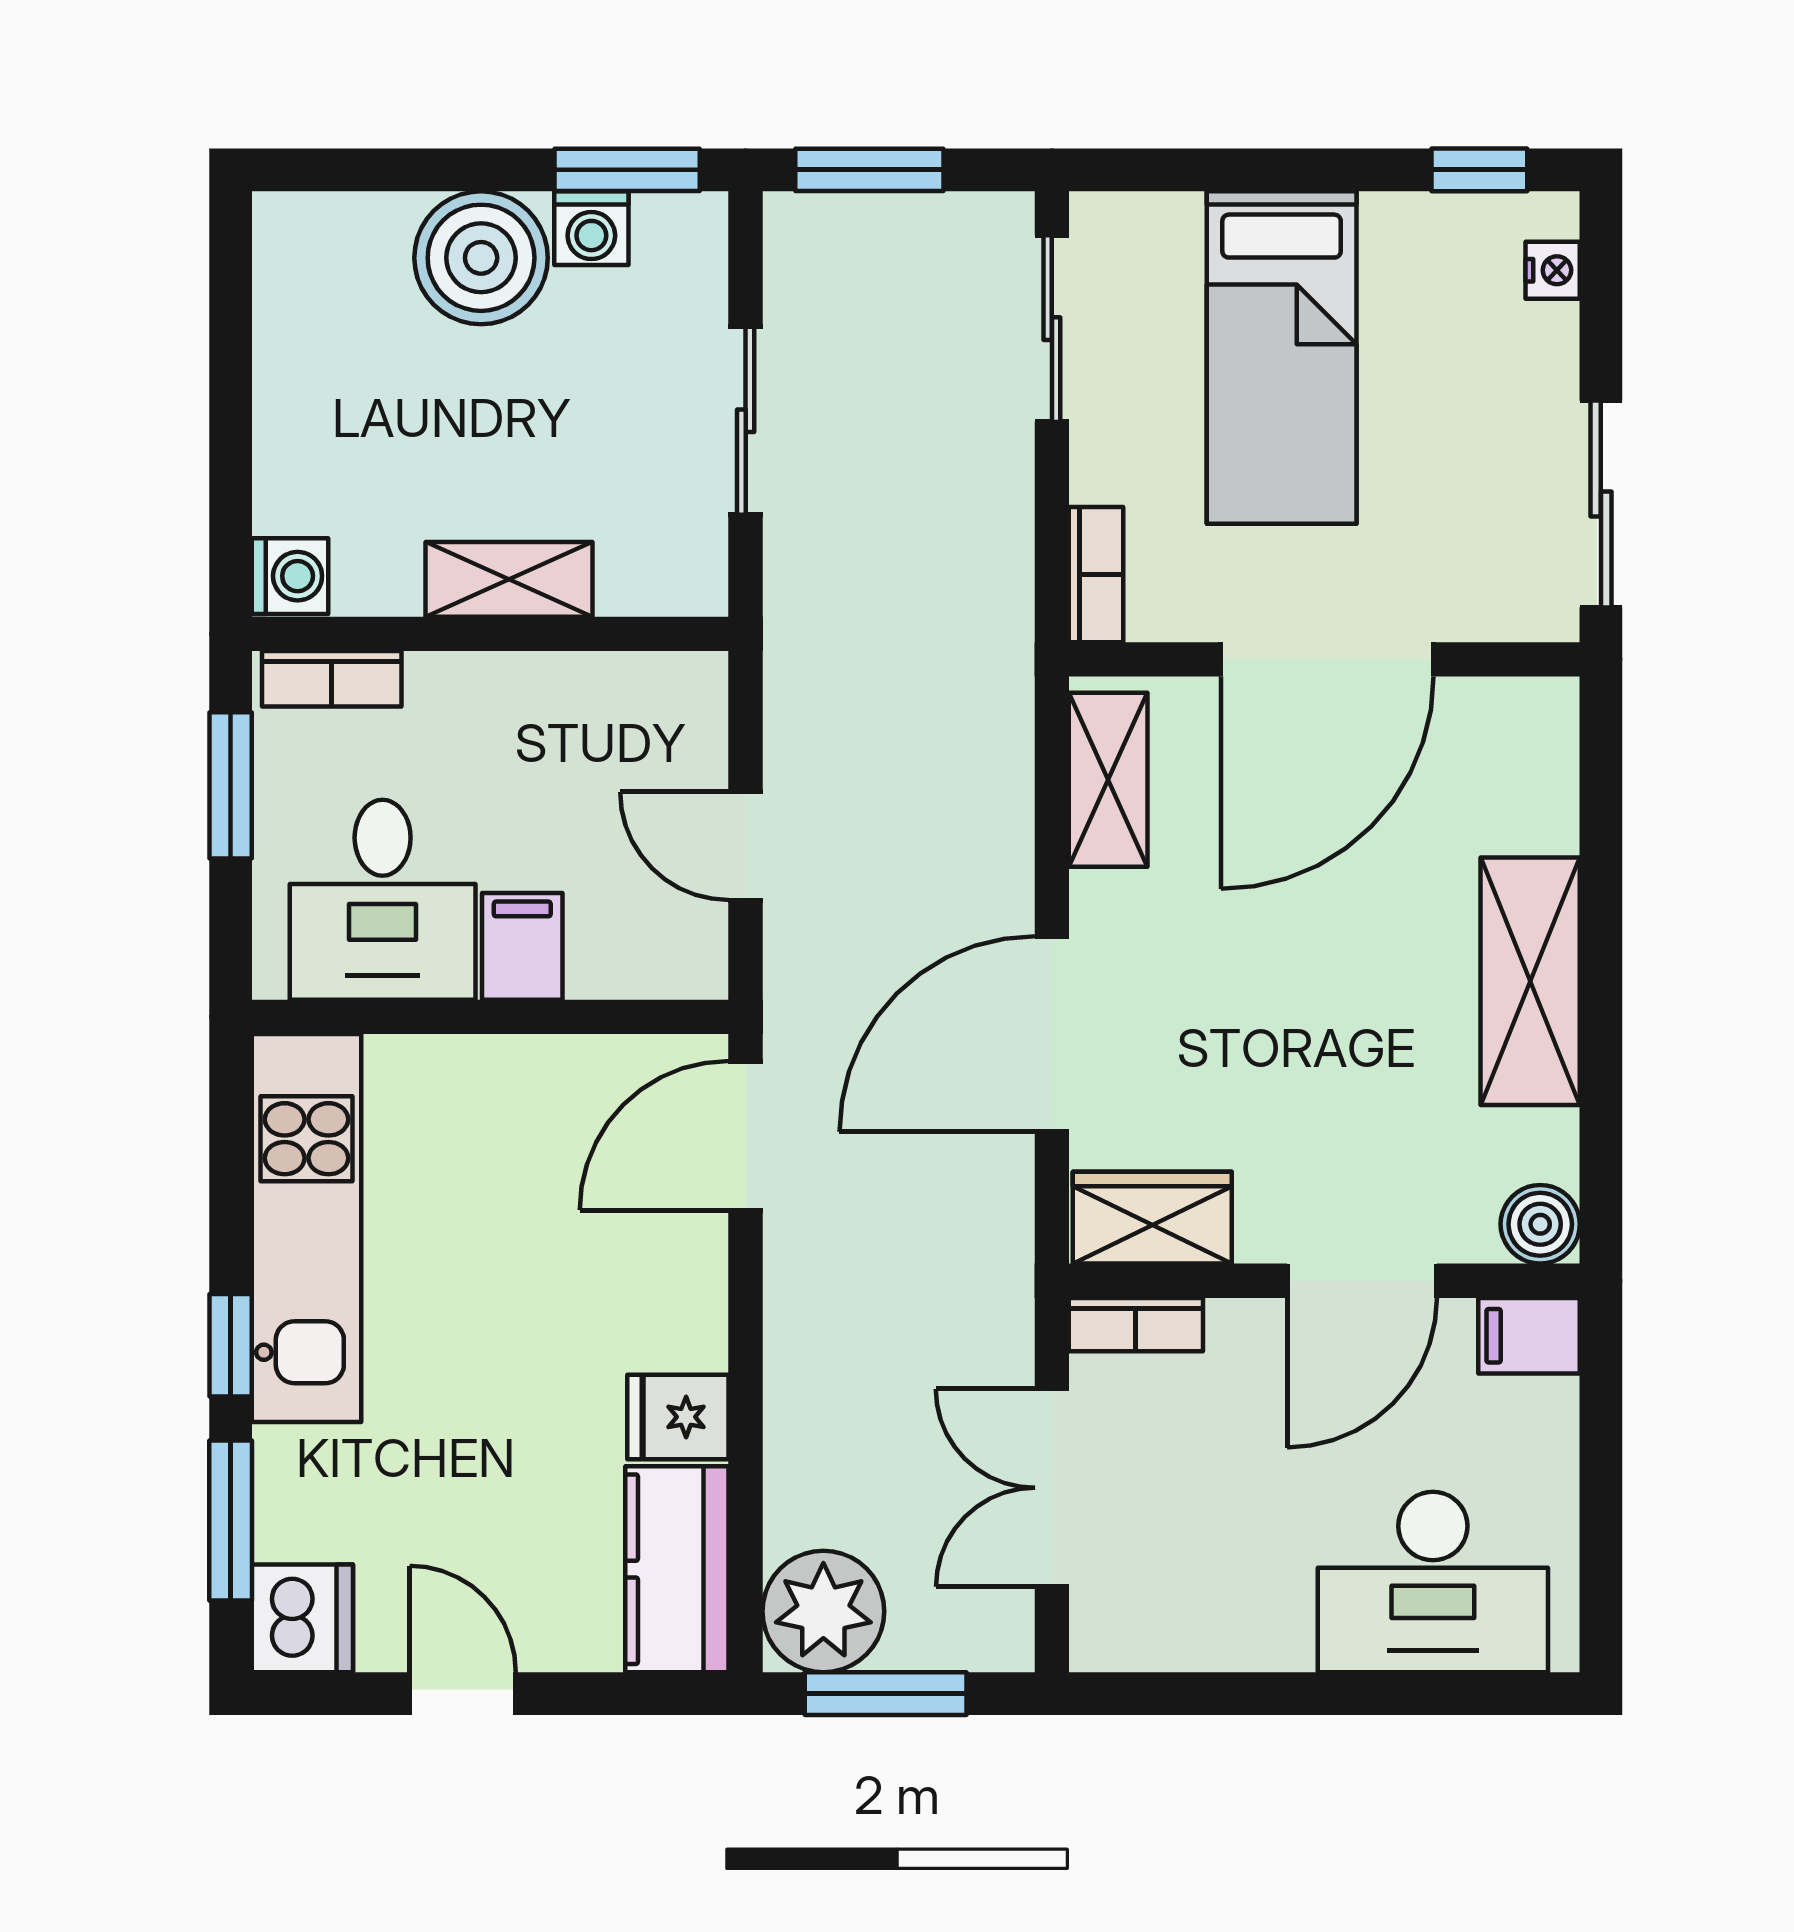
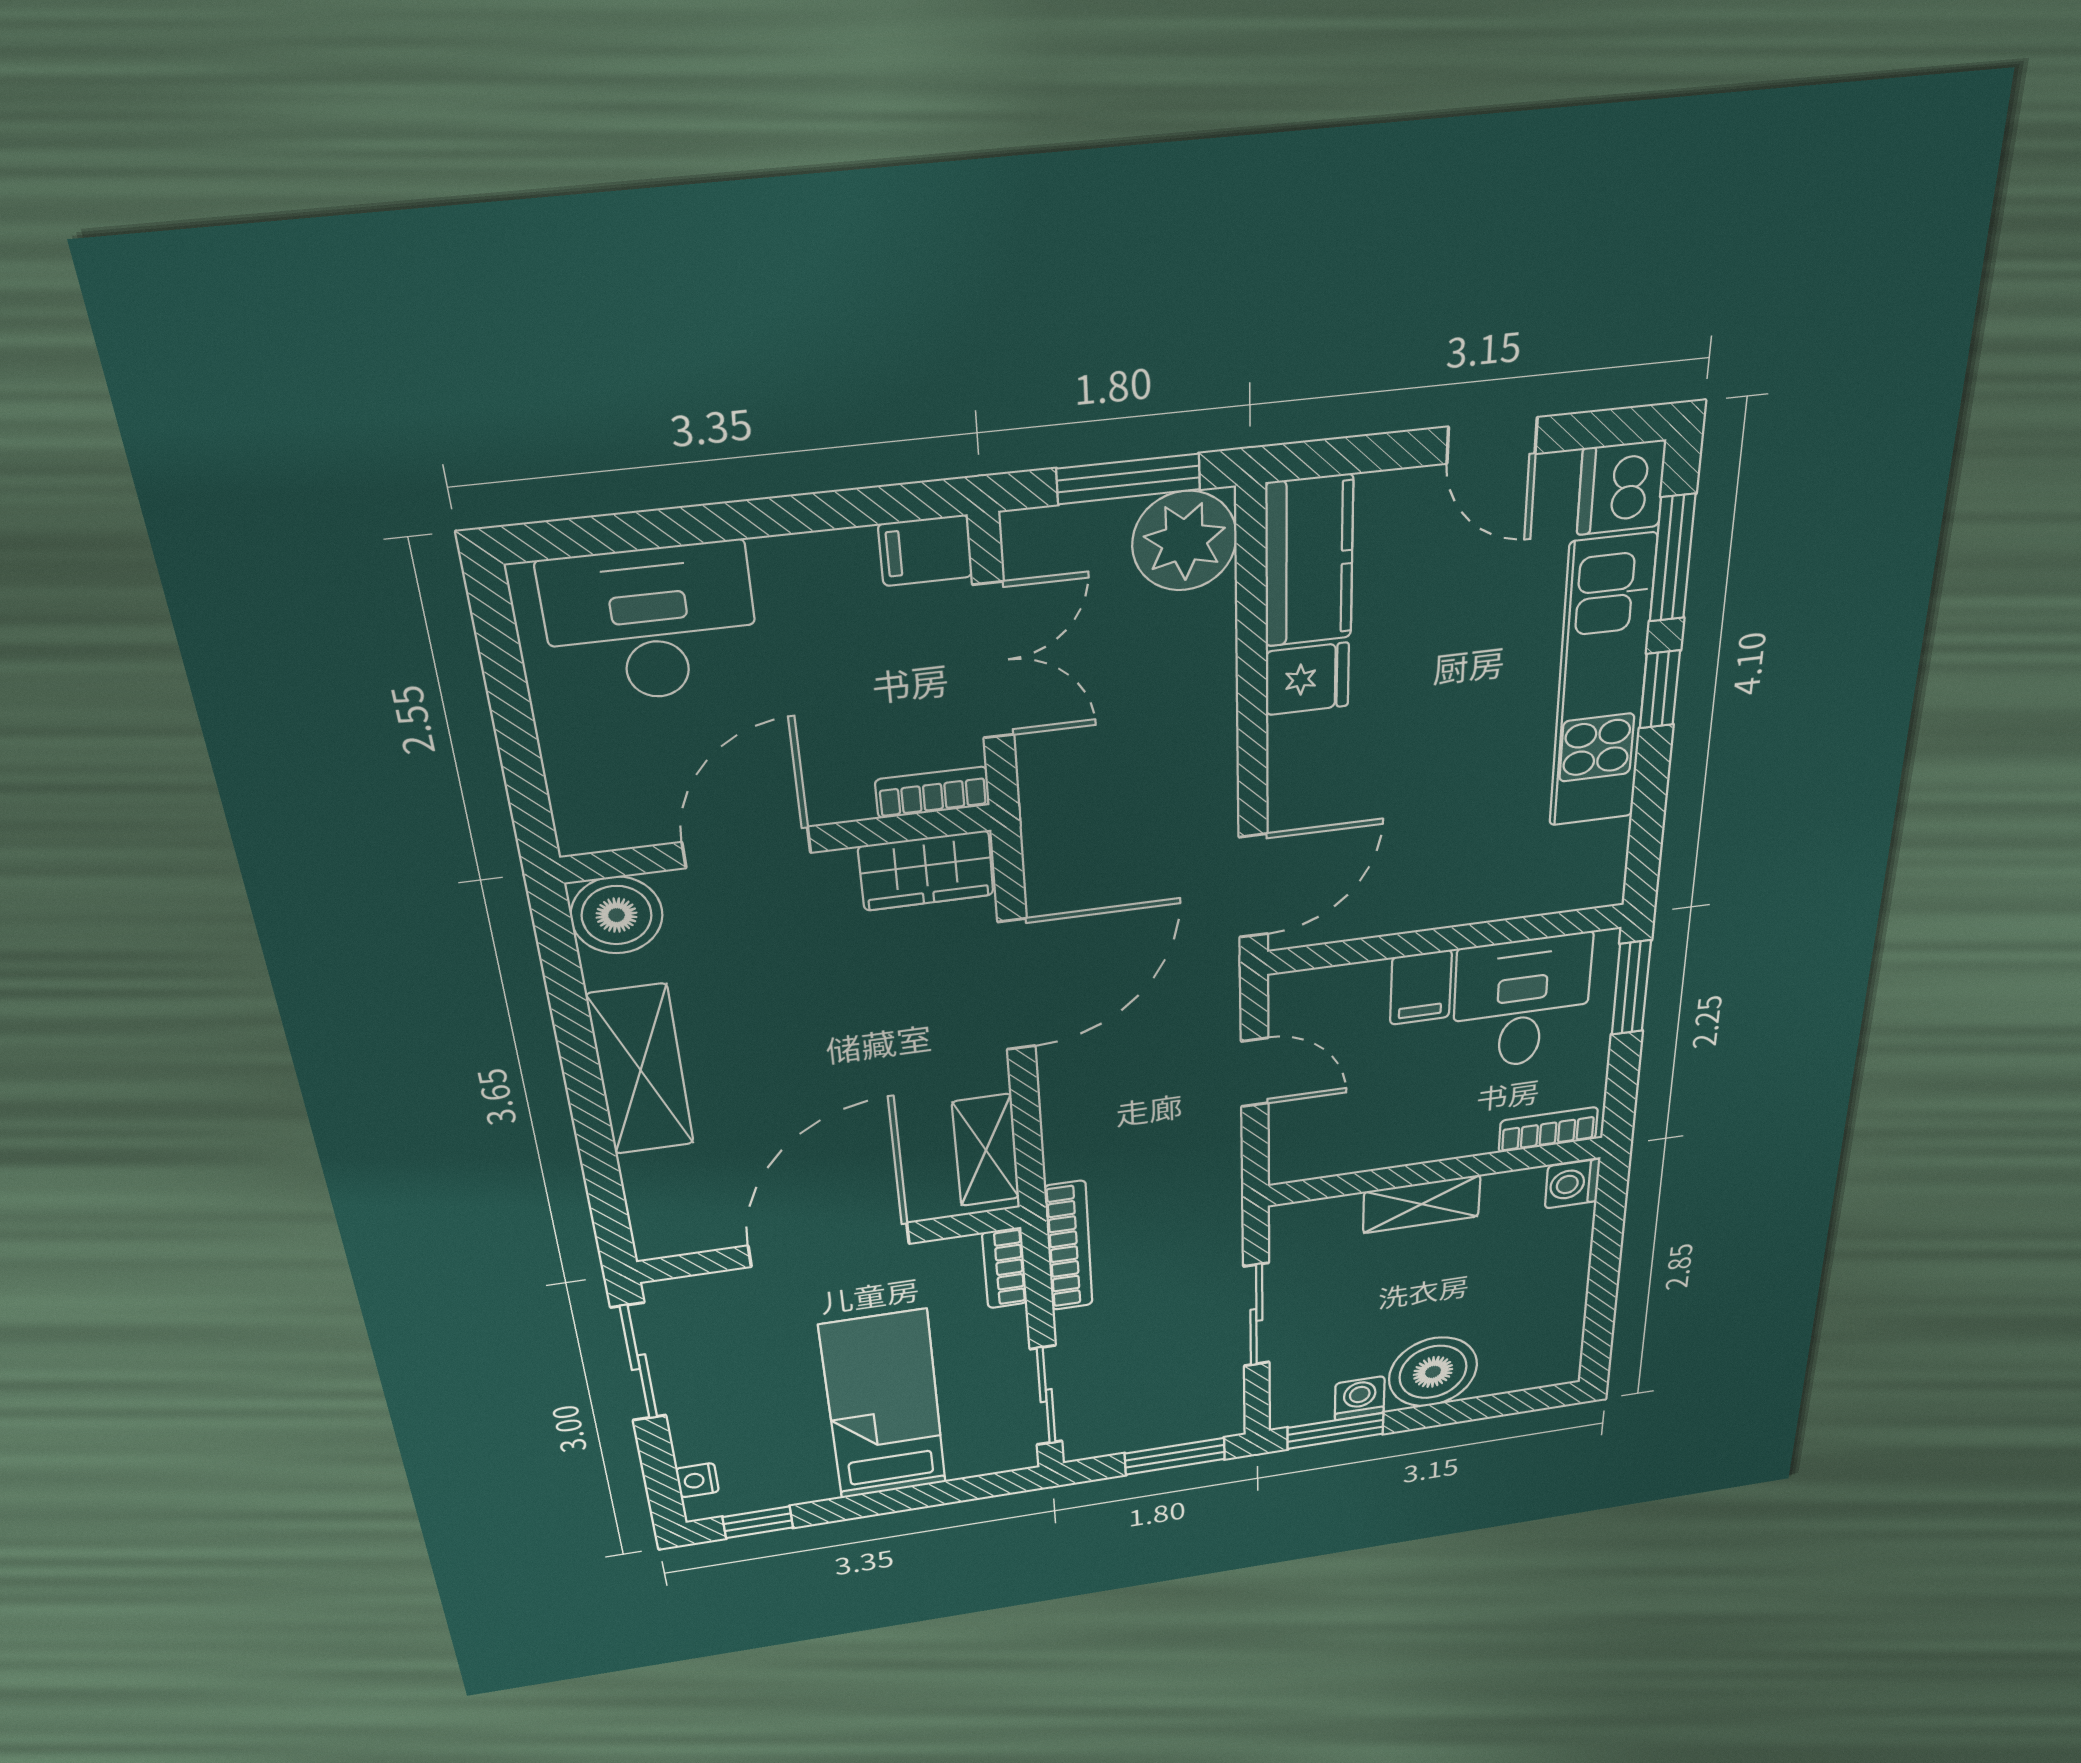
bookcase: (1007, 597) -> (1069, 1246), added
window: (231, 785) -> (1631, 988), moved
boiler: (1540, 1224) -> (617, 915), width x1.36, depth x1.36
kitchen unit: (307, 1228) -> (1602, 683), moved
filing cabinet: (1529, 1336) -> (925, 550), moved, turned 180

